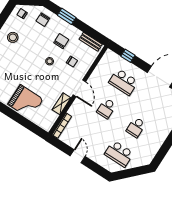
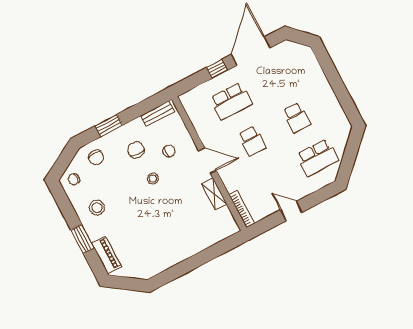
window: (128, 56) -> (217, 69), moved
grand piano: (25, 102) -> (186, 237), removed

